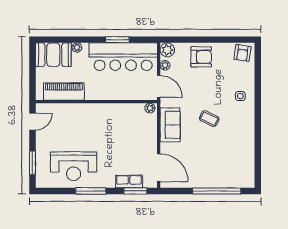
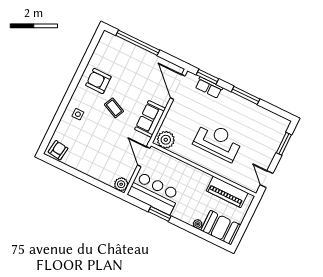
bar counter: (123, 57) -> (154, 193), width x0.73
armchair: (201, 57) -> (98, 81), moved
plant: (165, 65) -> (129, 172), removed
plant: (150, 108) -> (166, 140), width x1.88, depth x1.88
door: (32, 122) -> (267, 179), hinge flipped
reception desk: (74, 166) -> (218, 141), moved

